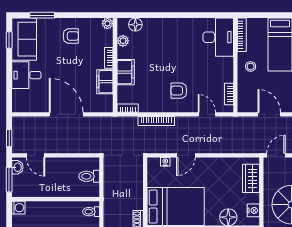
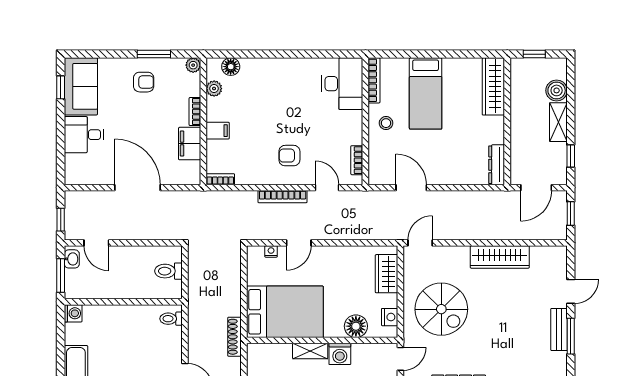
window: (42, 15) -> (154, 54), moved
filing cabinet: (126, 72) -> (218, 131), width x0.50
bookcase: (156, 121) -> (283, 197), moved

